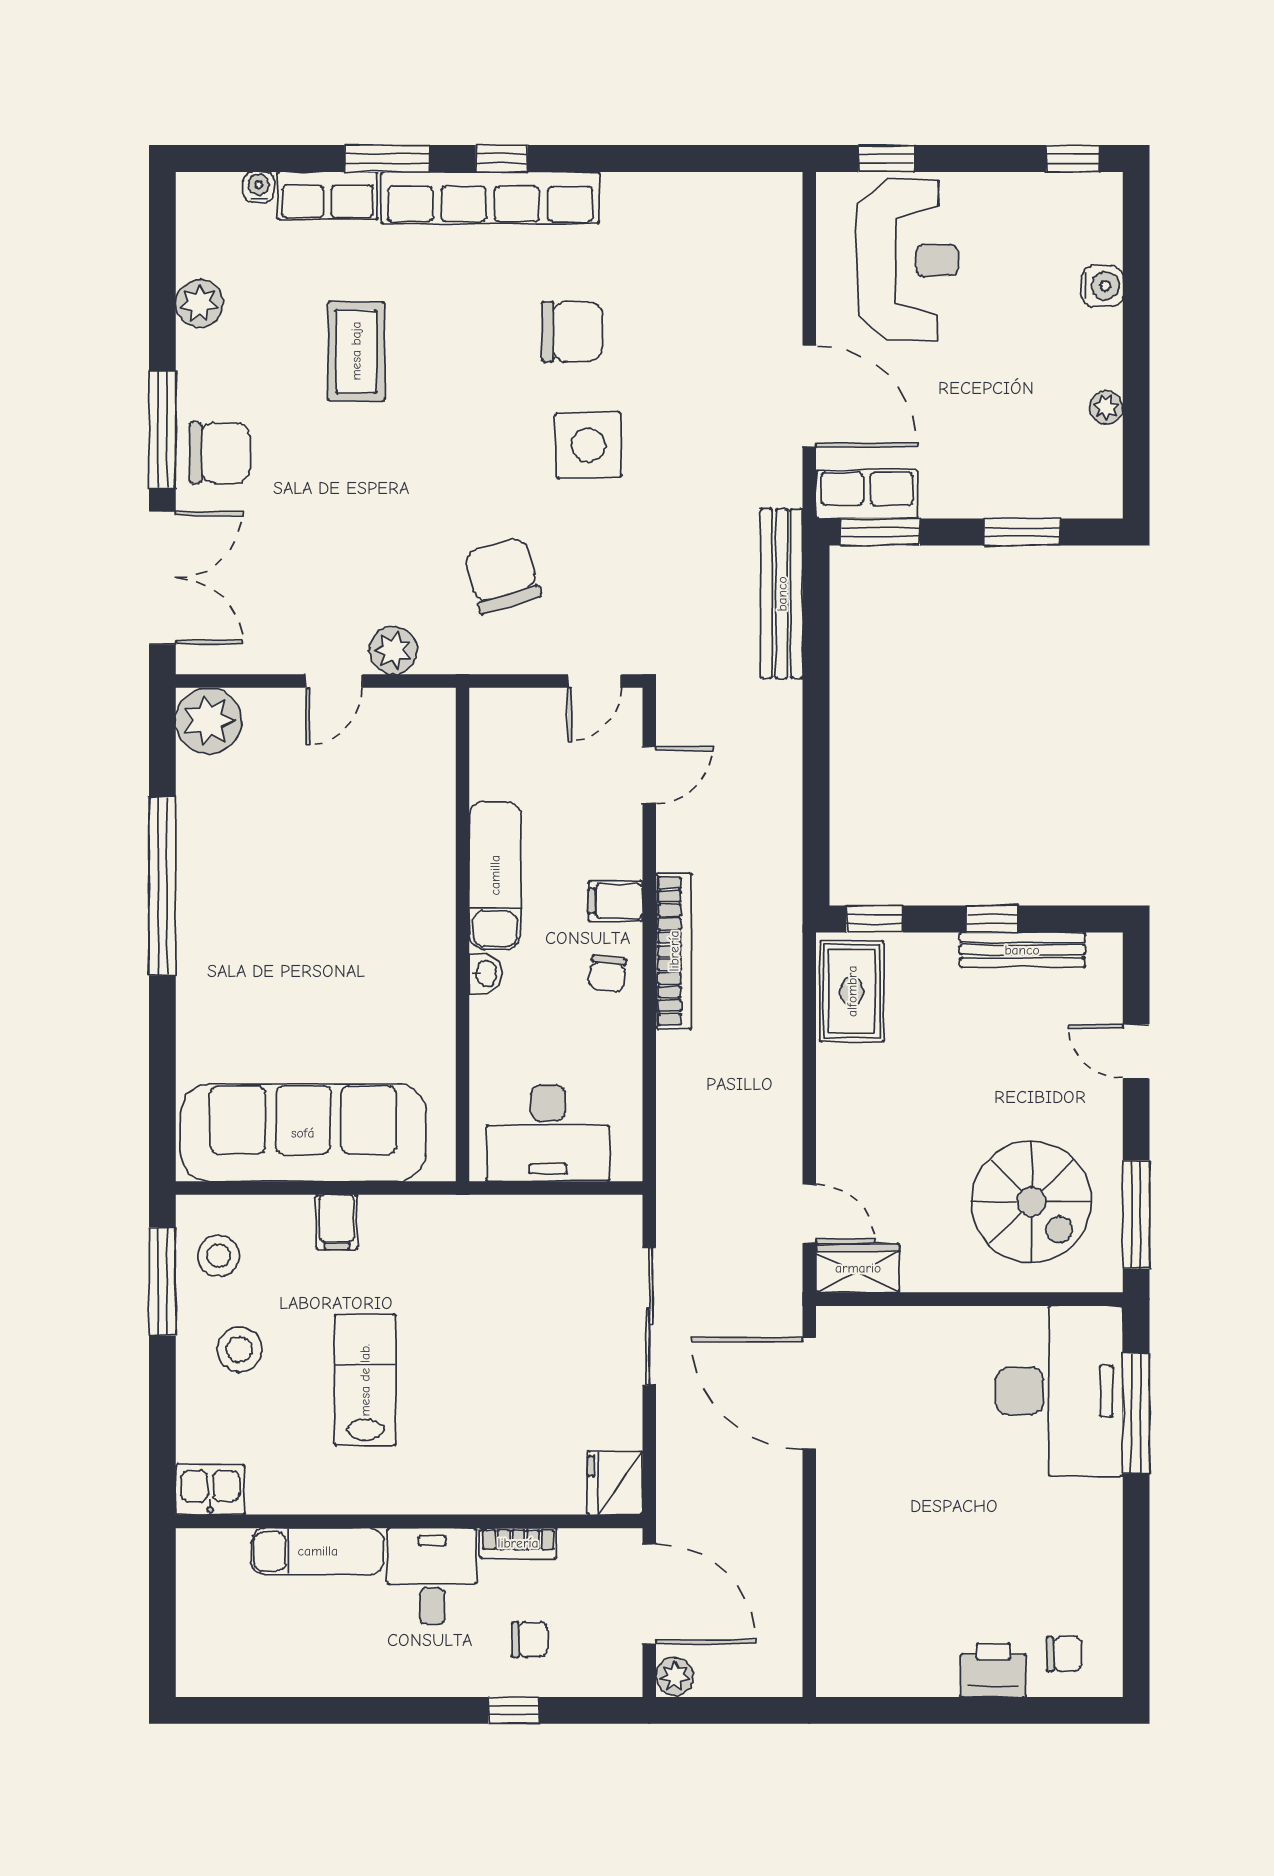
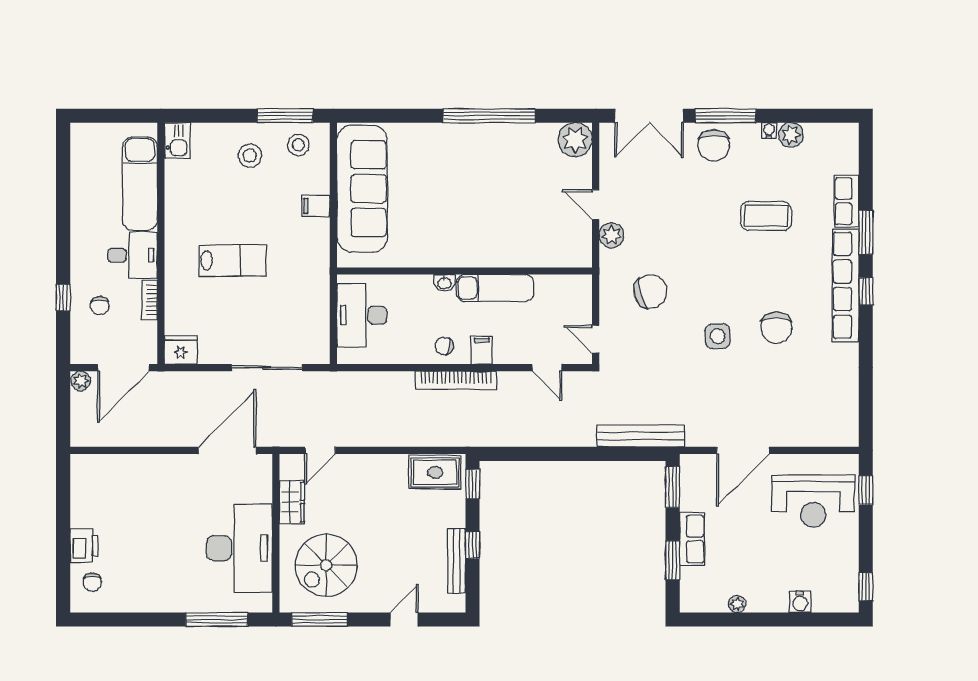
water cooler: (259, 187) -> (769, 131), moved, turned -90
side table: (588, 445) -> (718, 336), width x0.73, depth x0.73
row of seats: (867, 494) -> (692, 539), moved
wardrobe: (858, 1268) -> (292, 502), moved
lab bench: (365, 1380) -> (232, 260), moved
desk: (1059, 1391) -> (239, 548), moved, turned -90
exam couch: (318, 1551) -> (140, 184), width x1.36, depth x1.45

